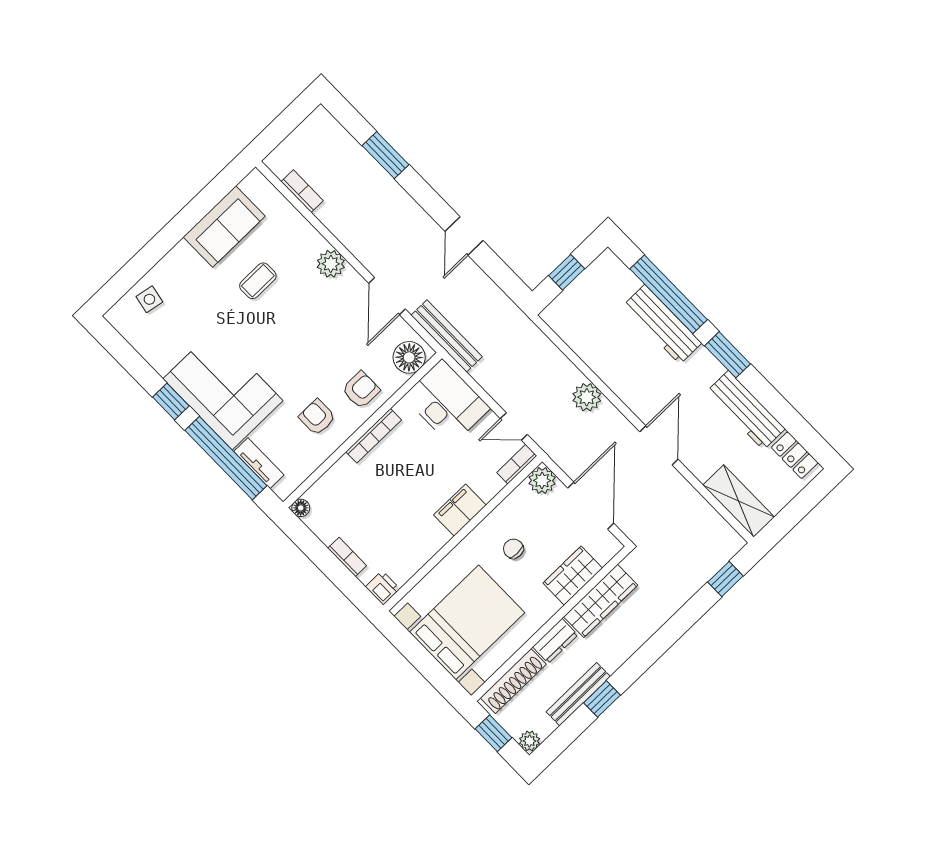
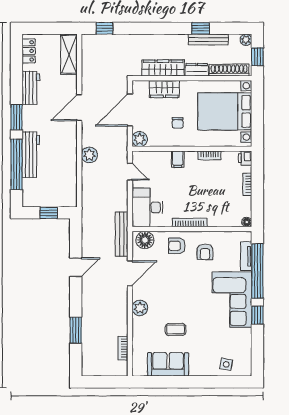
workbench: (746, 410) -> (31, 88), width x0.73
bookcase: (517, 464) -> (209, 155), moved
filing cabinet: (460, 510) -> (178, 159), width x0.50

